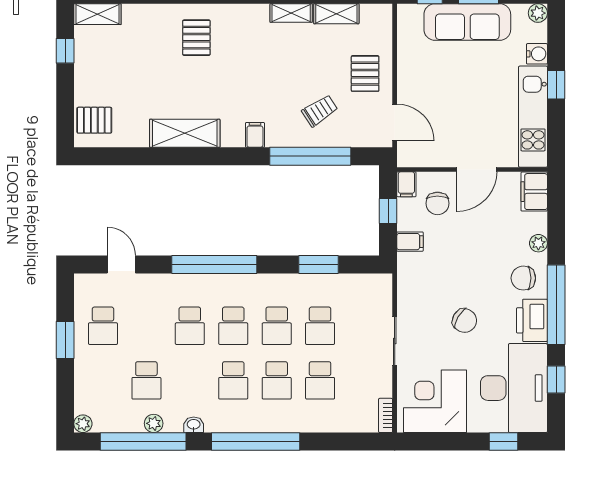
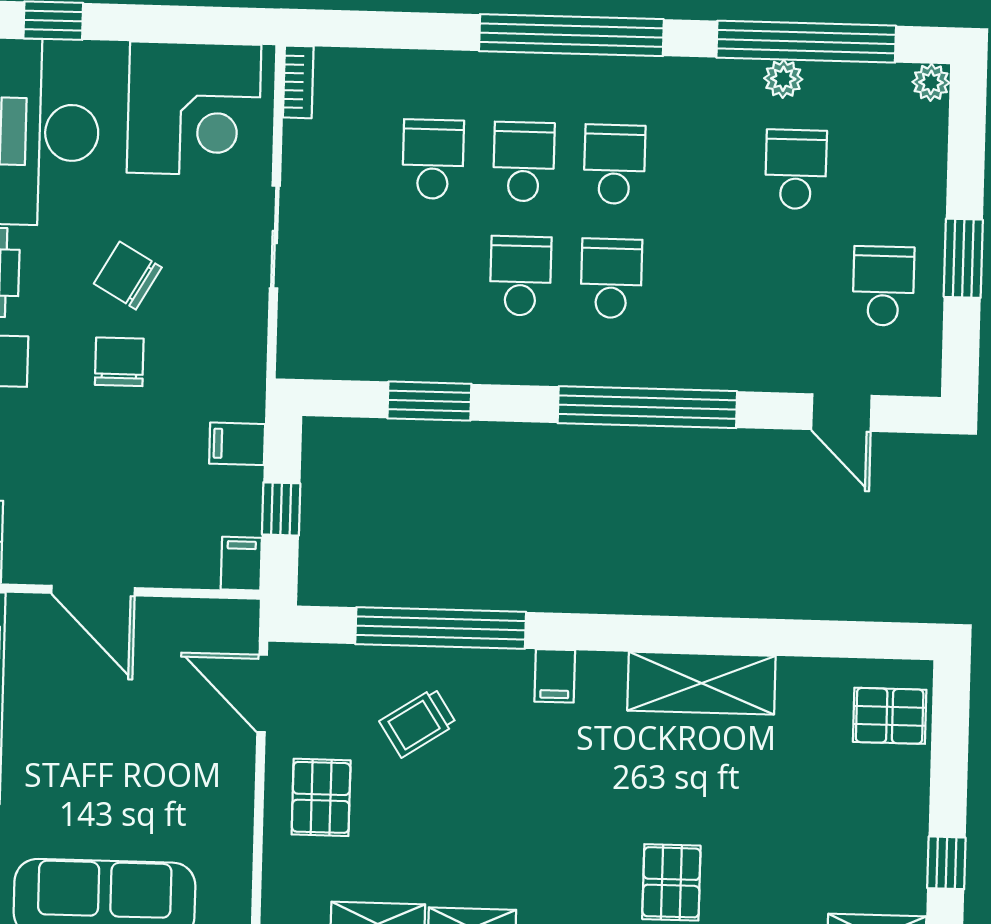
door: (477, 169) -> (93, 591), swing flipped
chair: (437, 203) -> (119, 362), moved
school desk: (190, 326) -> (702, 281), removed
school desk: (320, 326) -> (430, 273), removed
washbasin: (194, 425) -> (700, 74), removed

